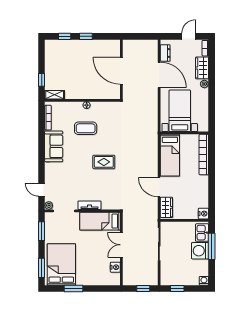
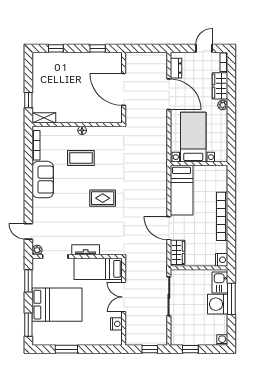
window: (86, 36) -> (98, 48), moved
bookcase: (204, 155) -> (222, 216), moved
bed: (61, 265) -> (57, 305), moved, turned 90

